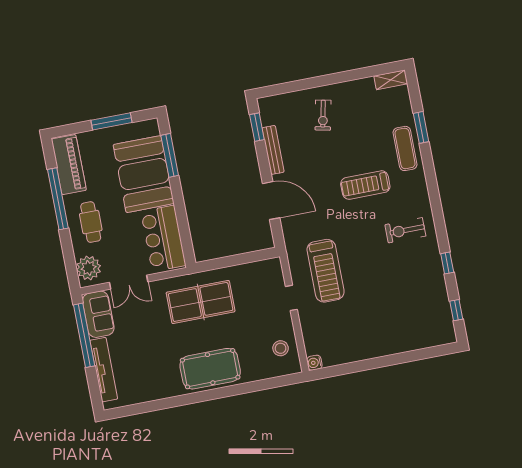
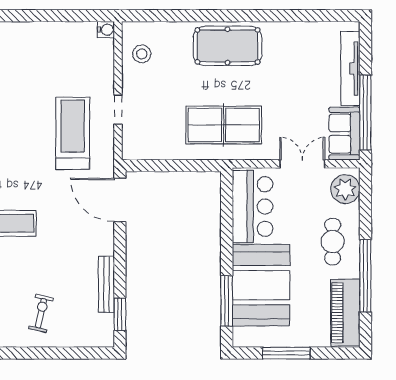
door: (271, 201) -> (120, 200), moved

